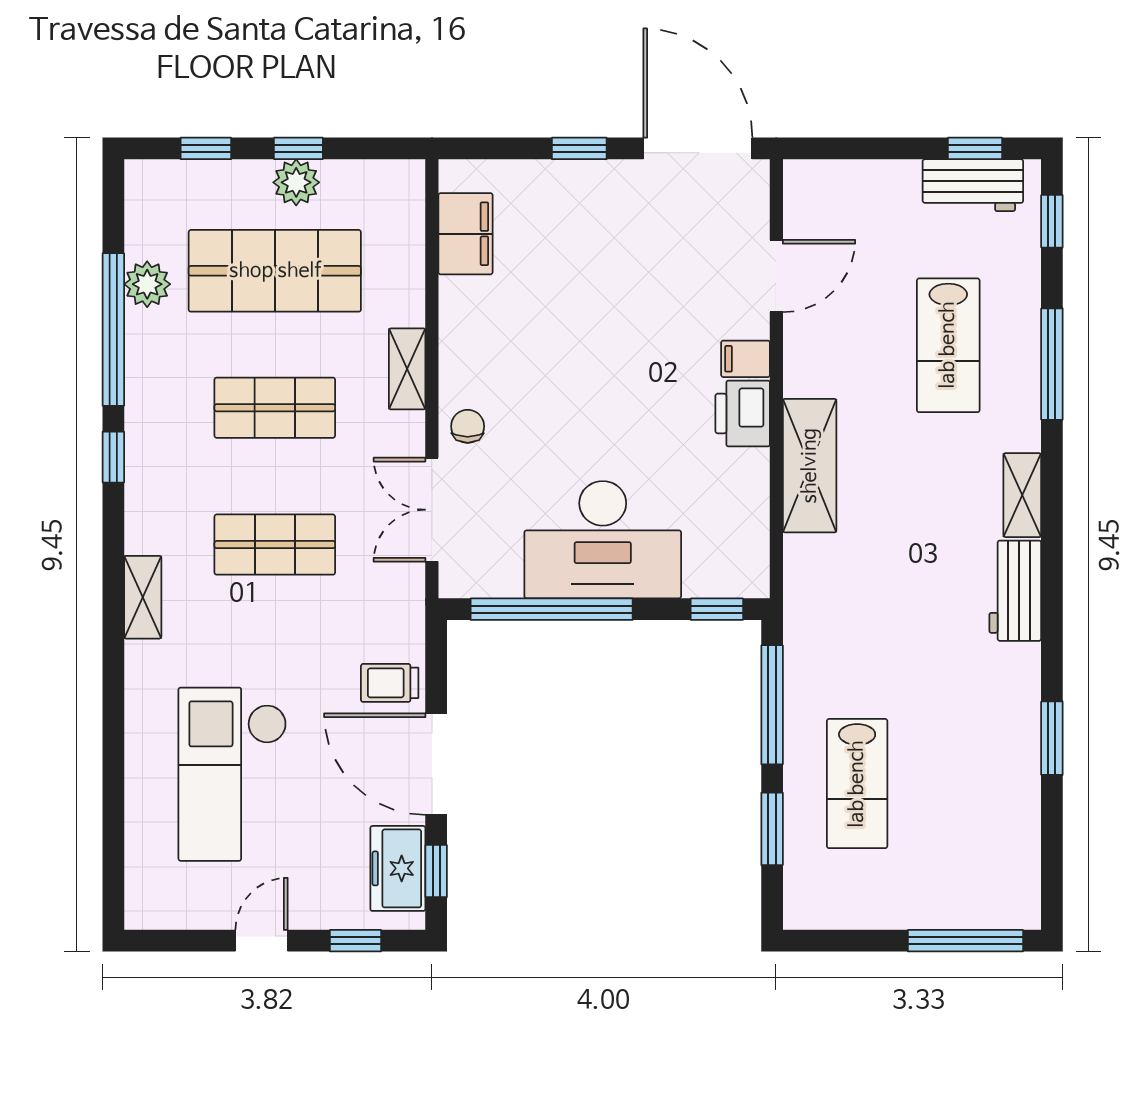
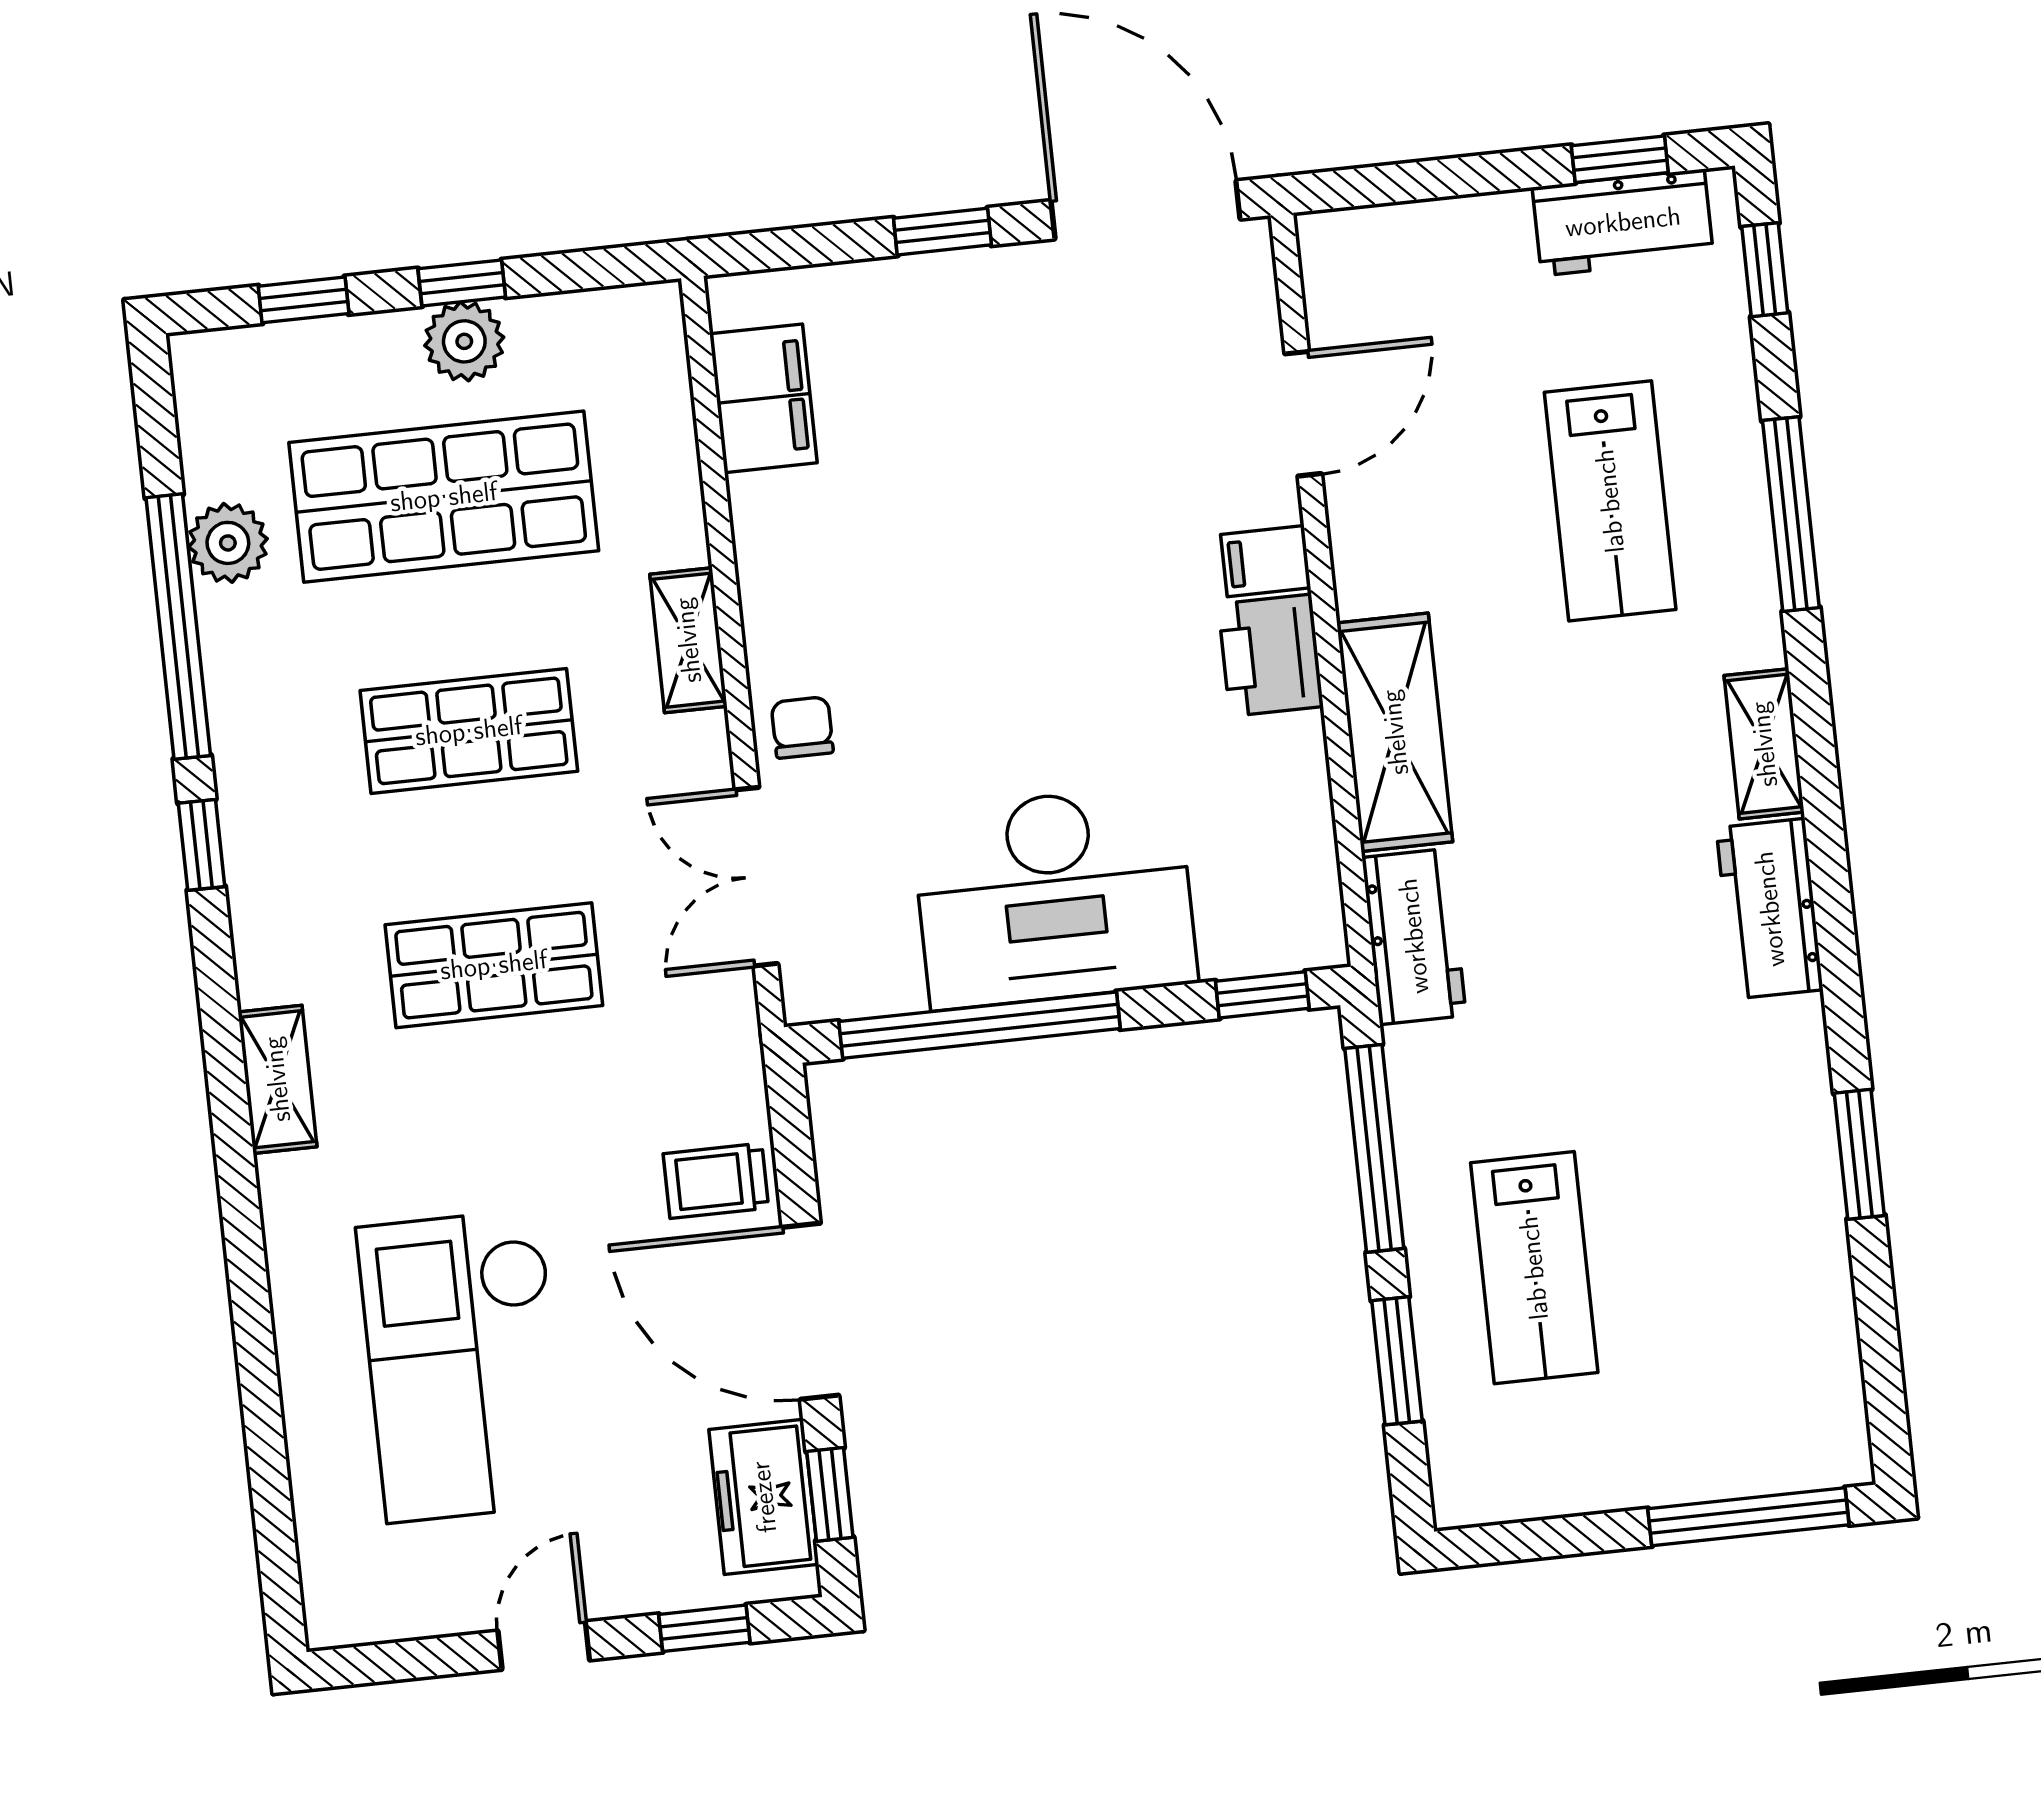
workbench: (808, 585) -> (1414, 936), added

